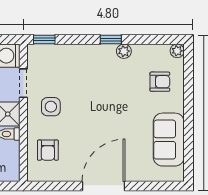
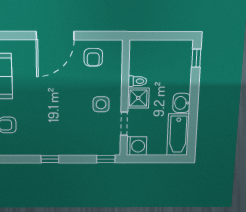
plant: (124, 51) -> (39, 150), removed
armchair: (48, 150) -> (93, 57), moved, turned 180

